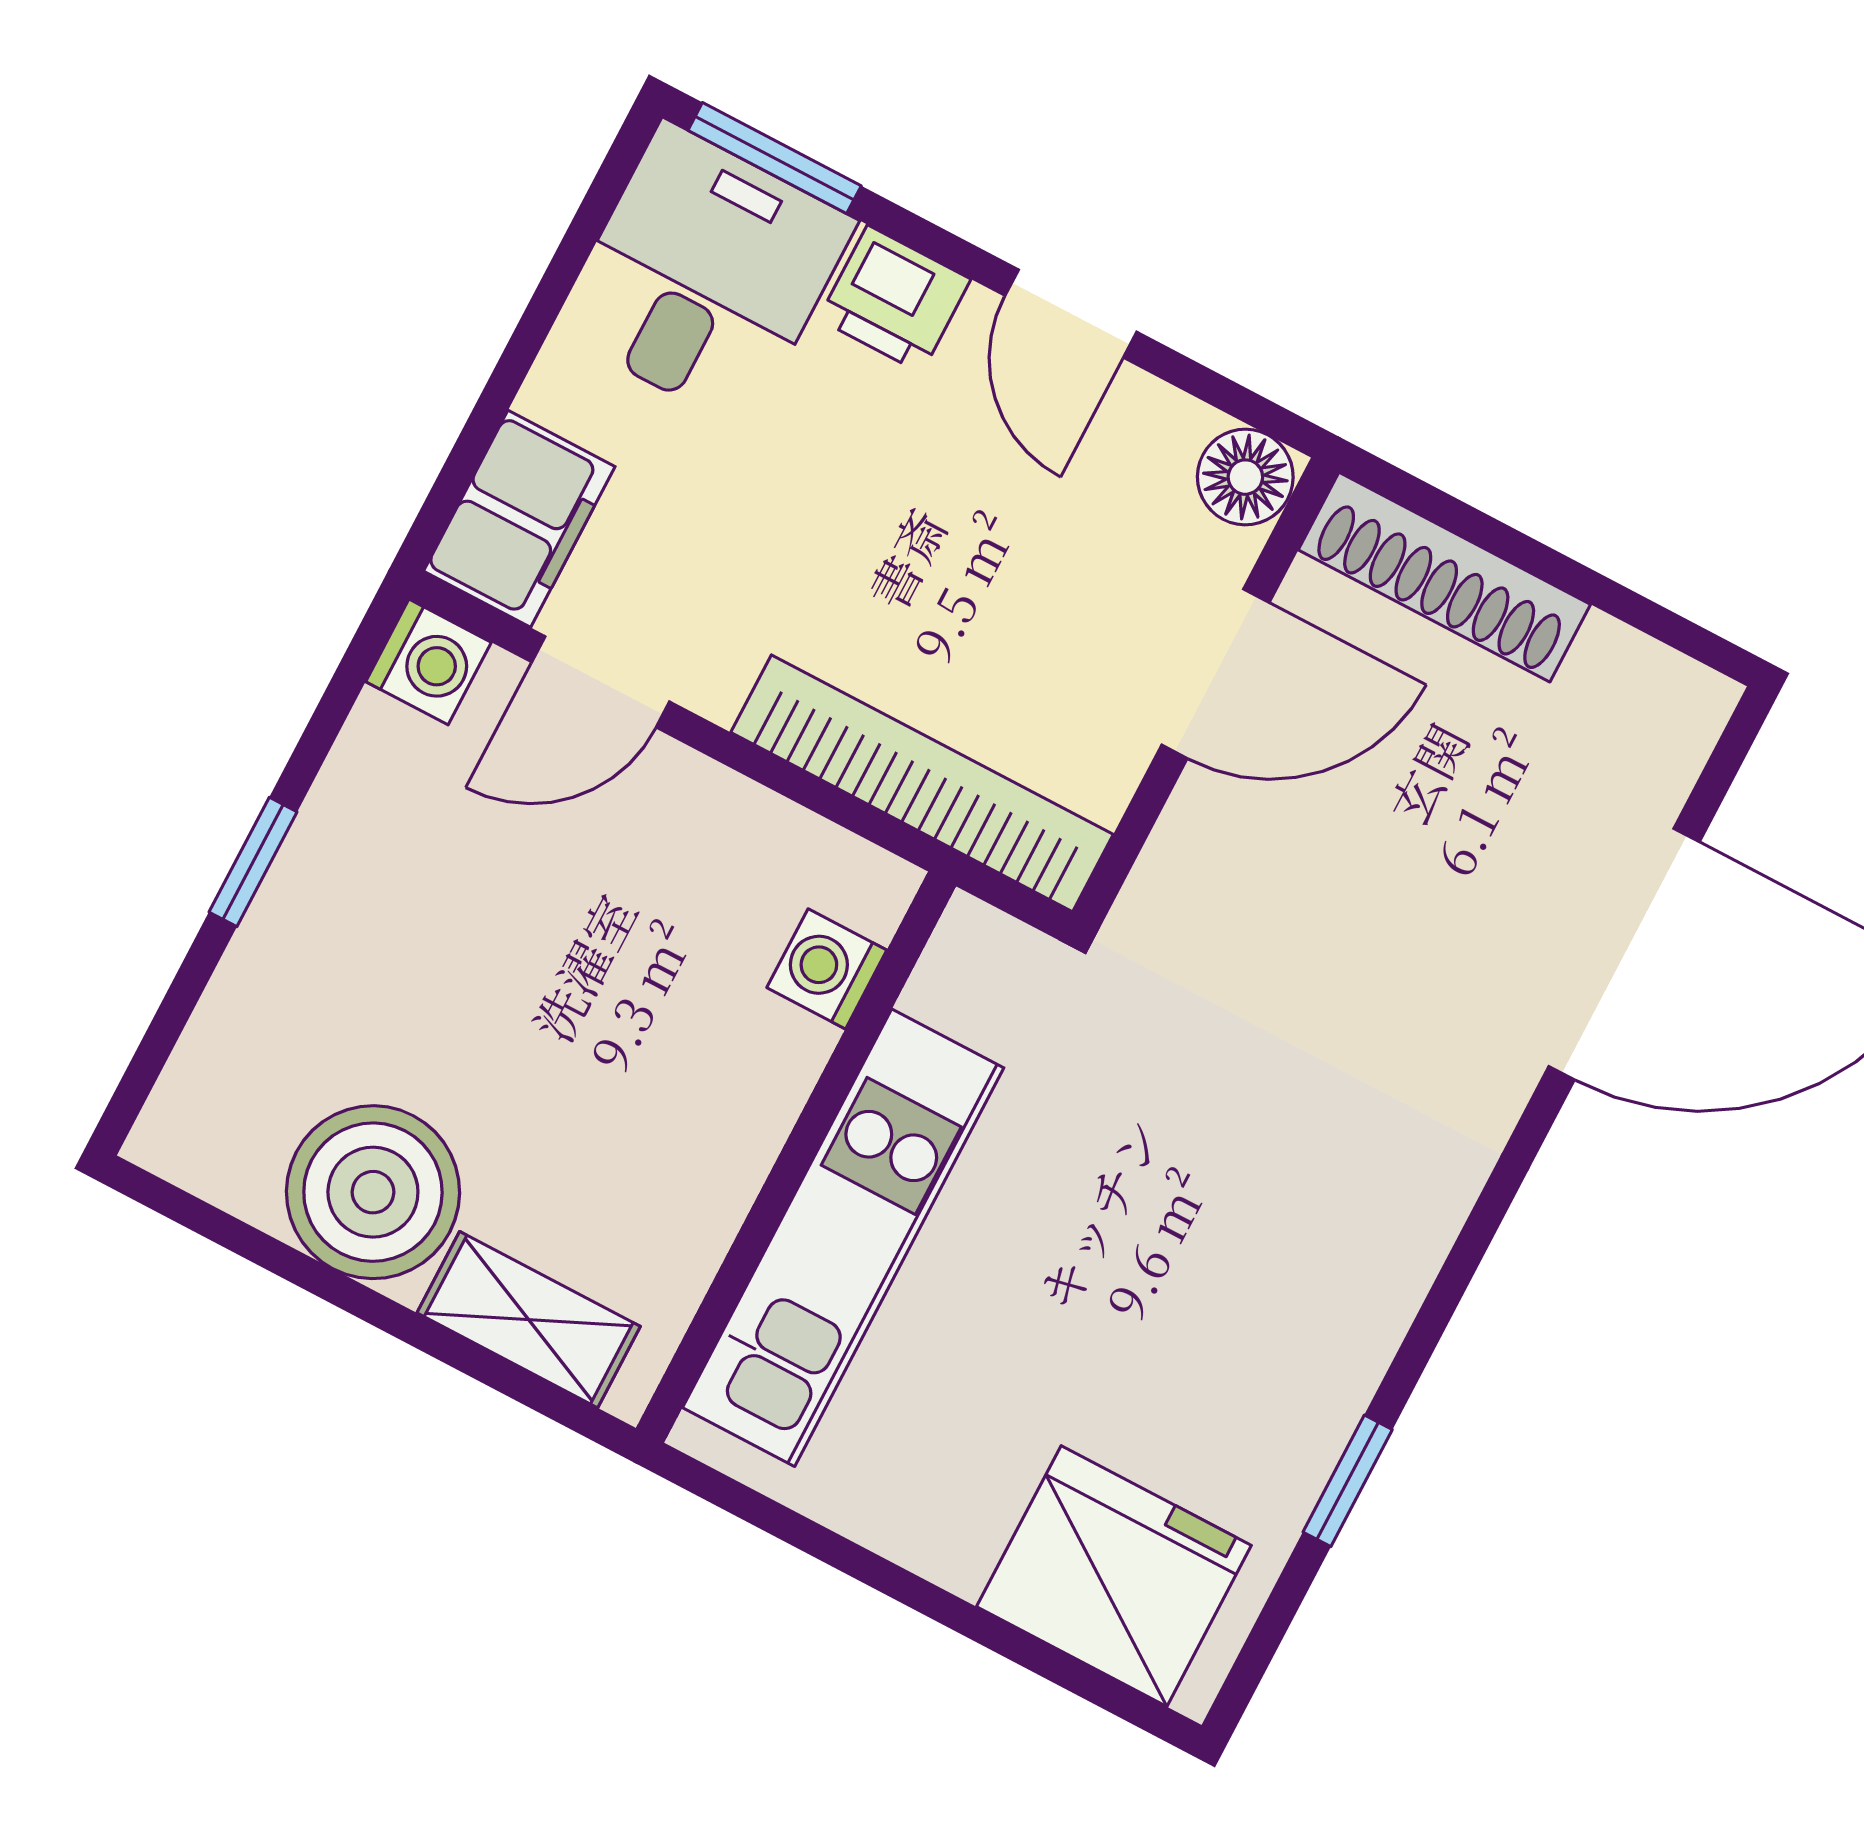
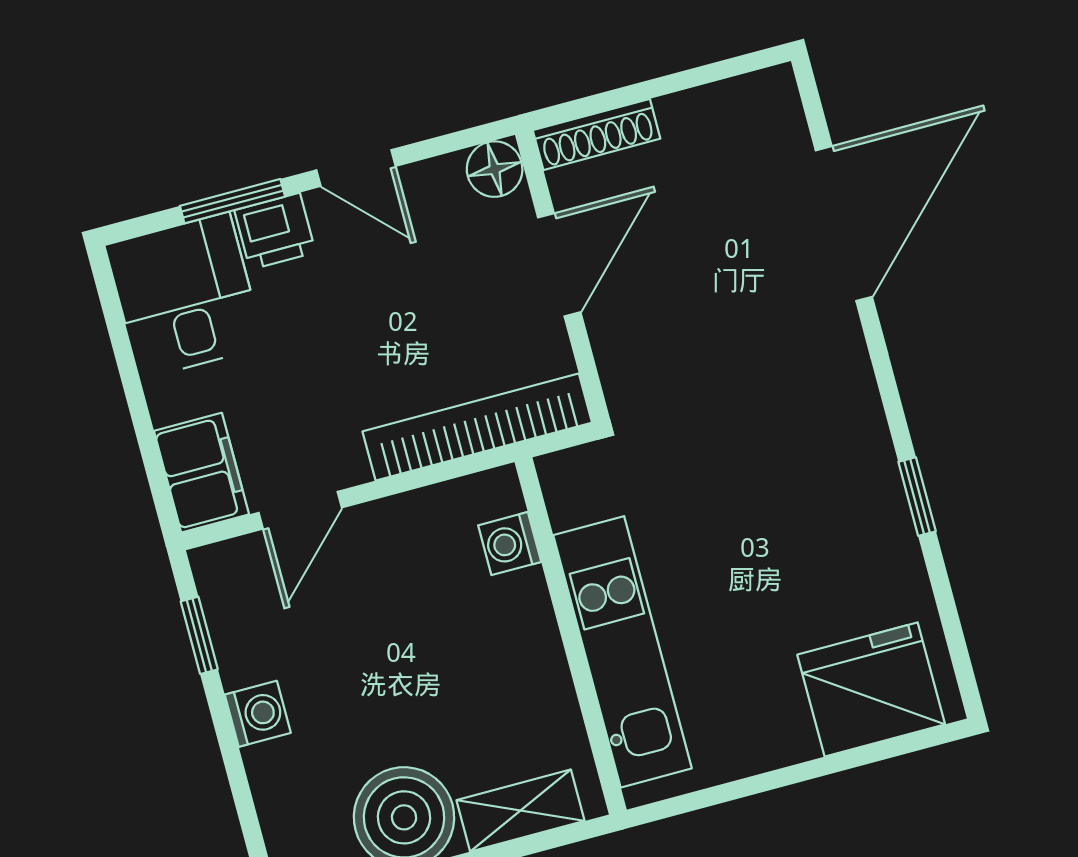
window: (775, 158) -> (232, 201), moved
shoe rack: (1444, 577) -> (597, 134), width x0.74, depth x0.81
washing machine: (428, 662) -> (258, 714), moved
window: (253, 862) -> (199, 635), moved
window: (1348, 1481) -> (917, 497), moved

